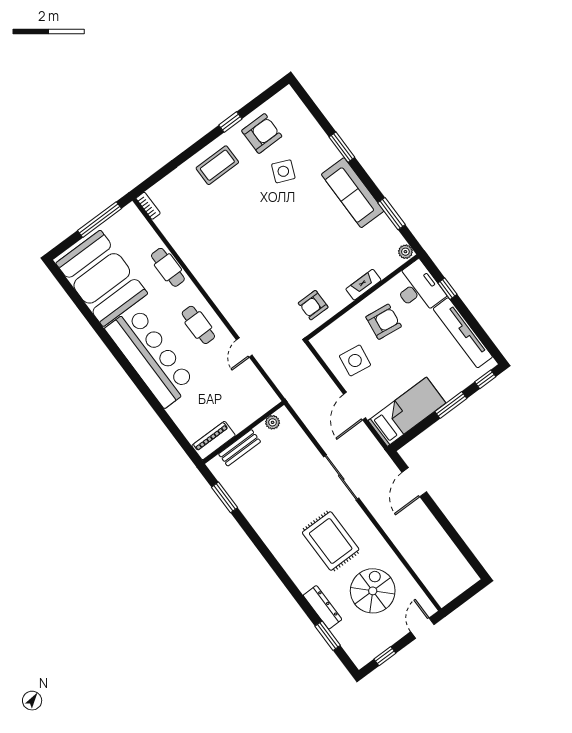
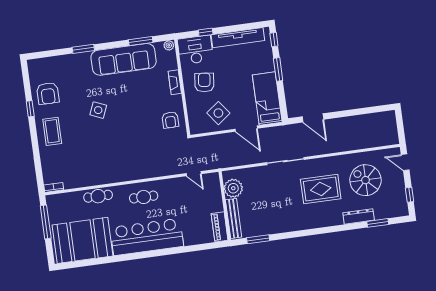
armchair: (262, 134) -> (48, 93), turned 180
side table: (283, 171) -> (98, 110), moved
sofa: (353, 193) -> (124, 59), width x1.36, depth x1.27
door: (244, 348) -> (194, 174), moved
side table: (355, 360) -> (218, 113), turned 45
plant: (273, 422) -> (233, 188), width x1.88, depth x1.88
bench: (240, 448) -> (234, 218), width x1.36

